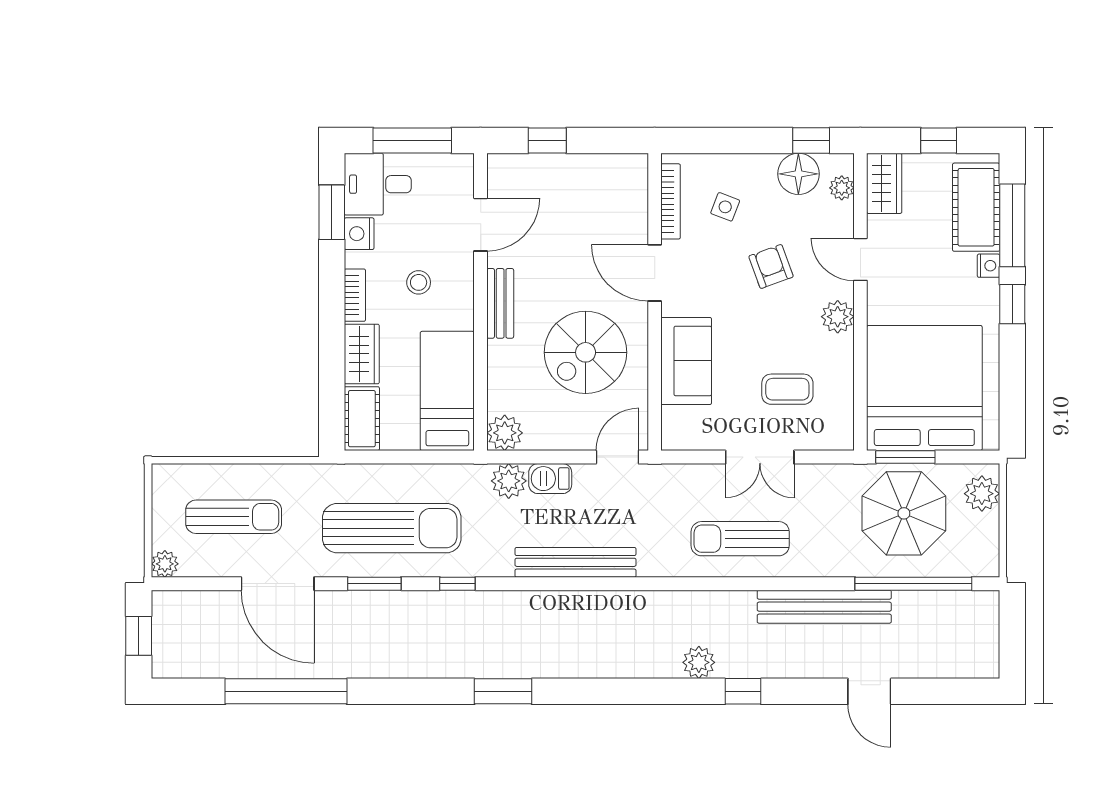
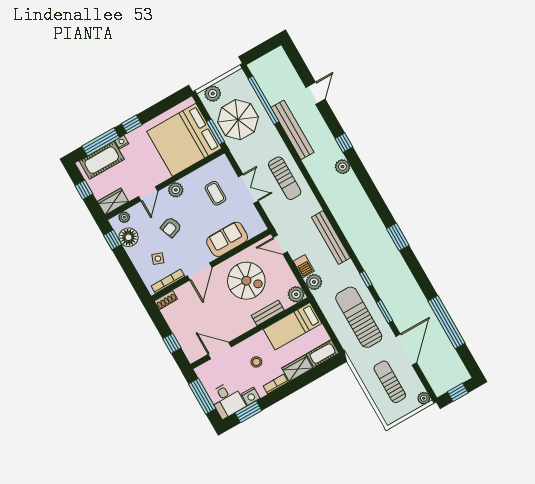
shoe rack: (637, 177) -> (166, 300), added
bench: (500, 303) -> (268, 313), moved

